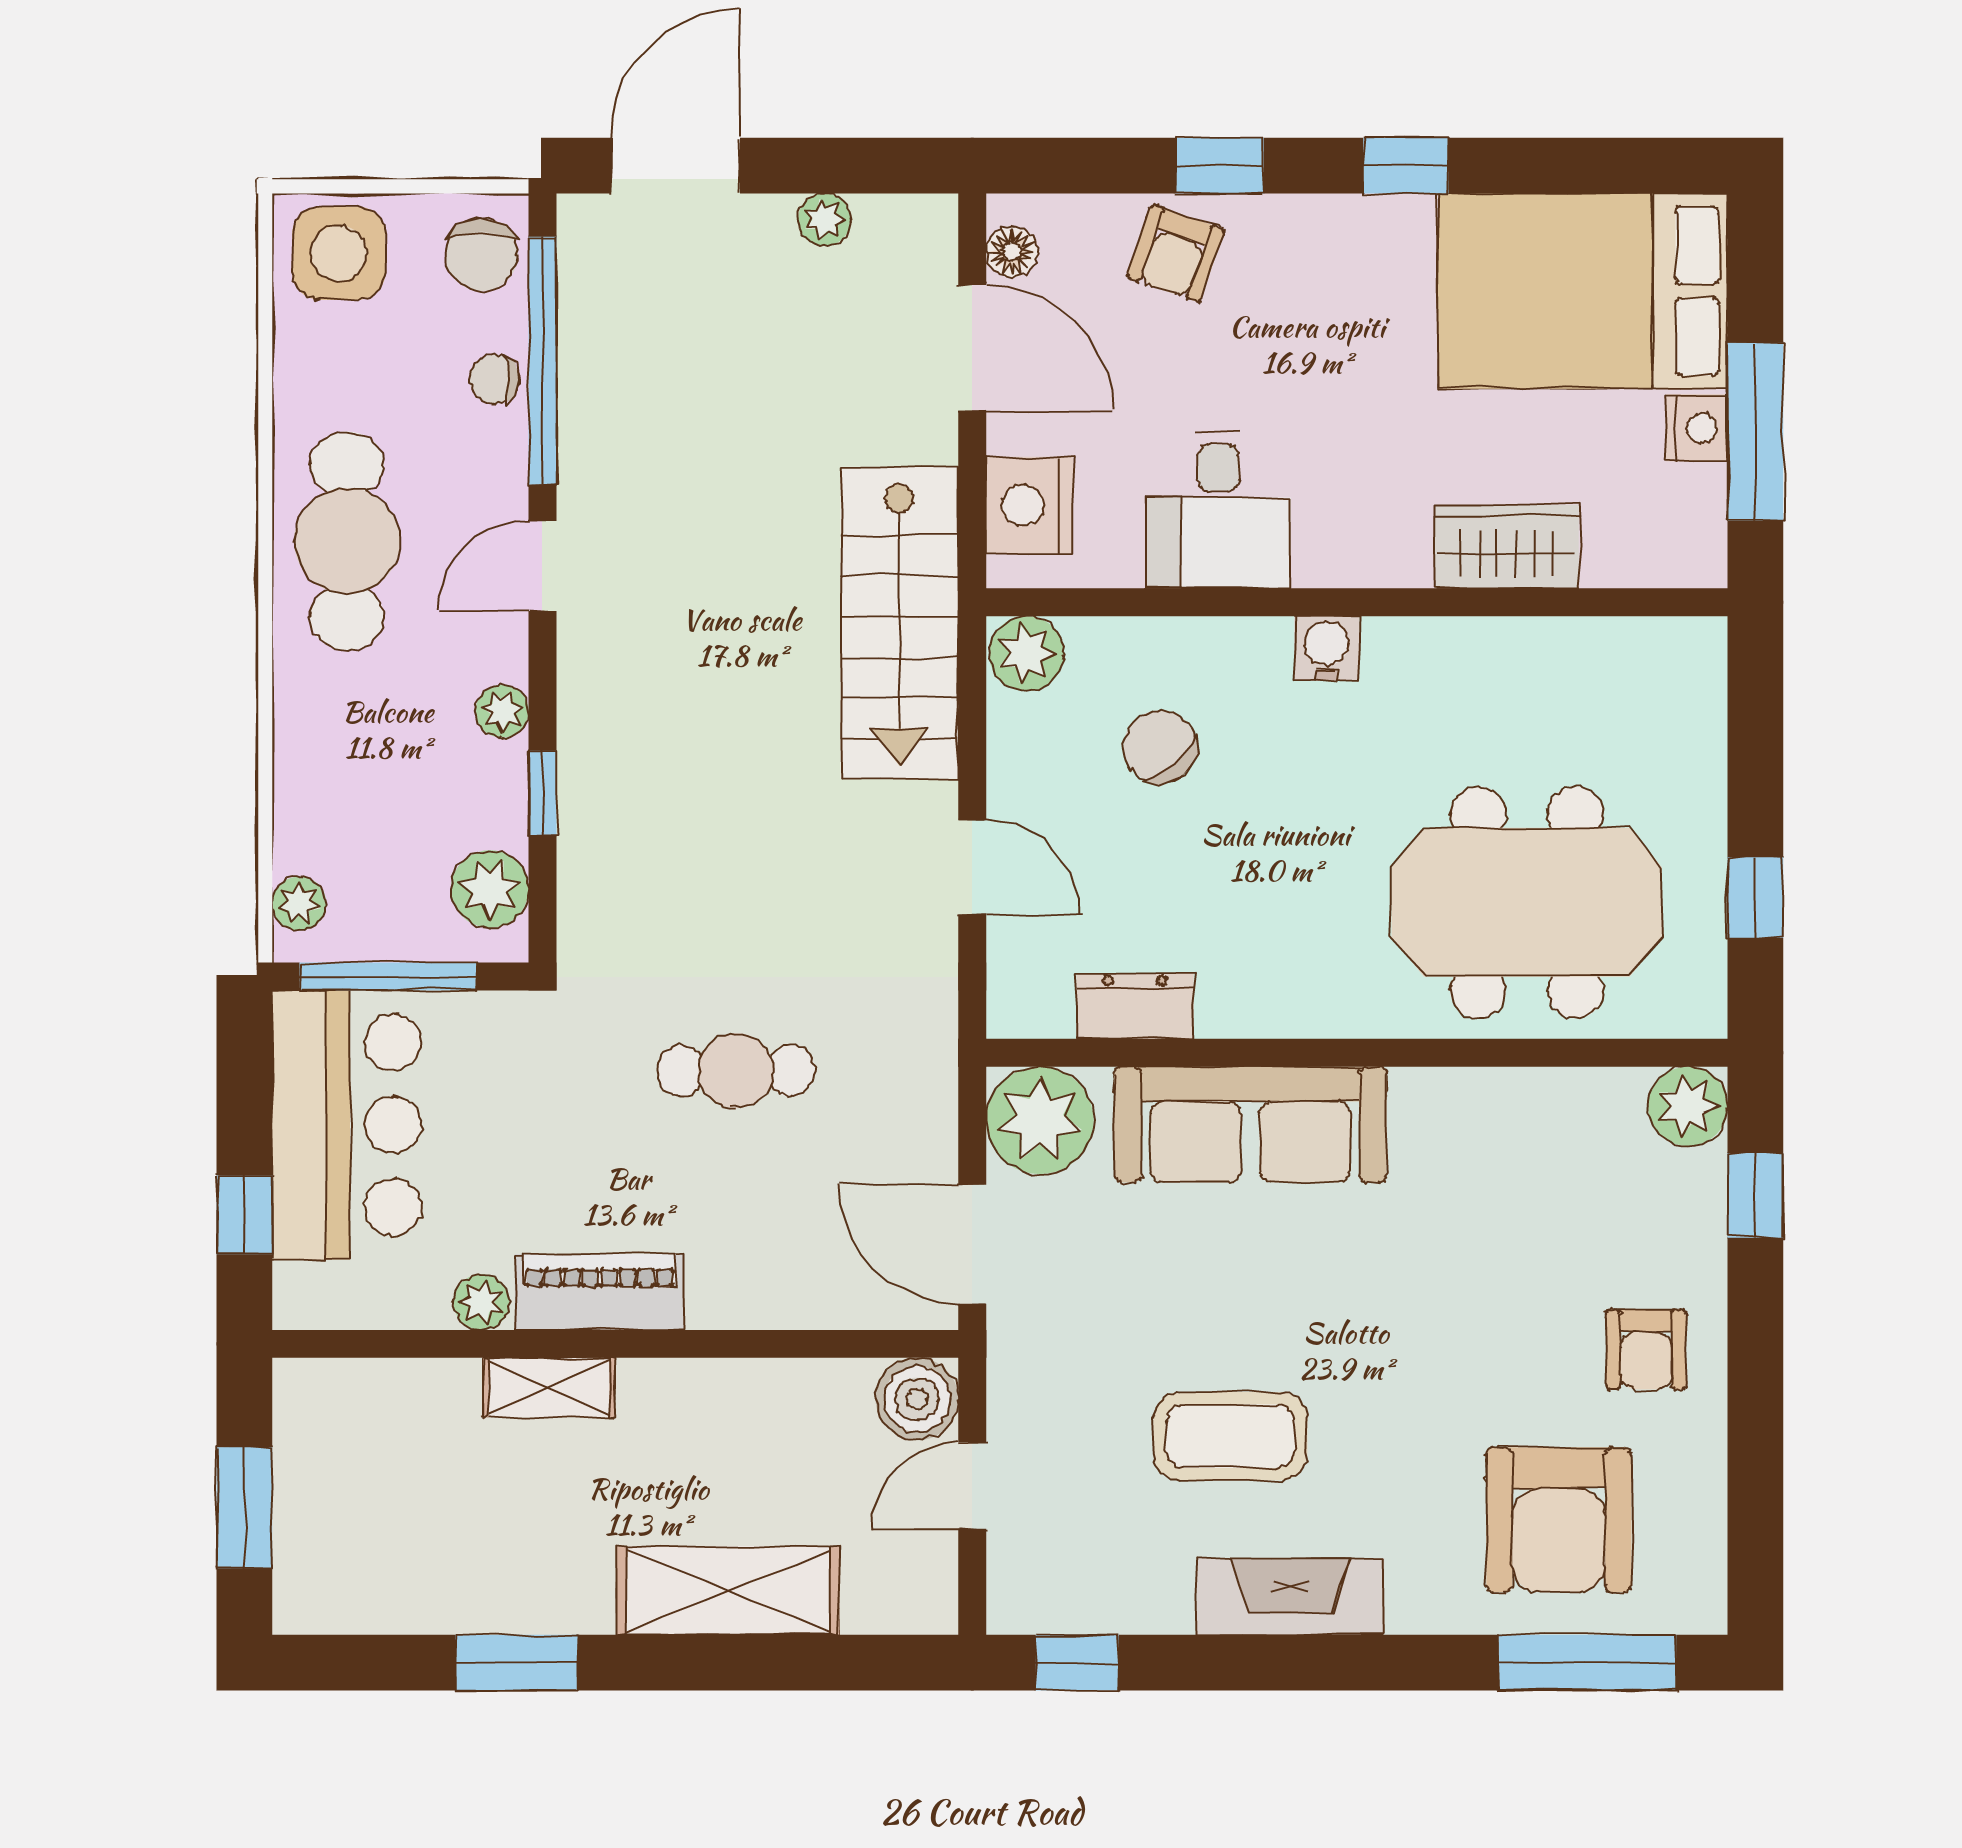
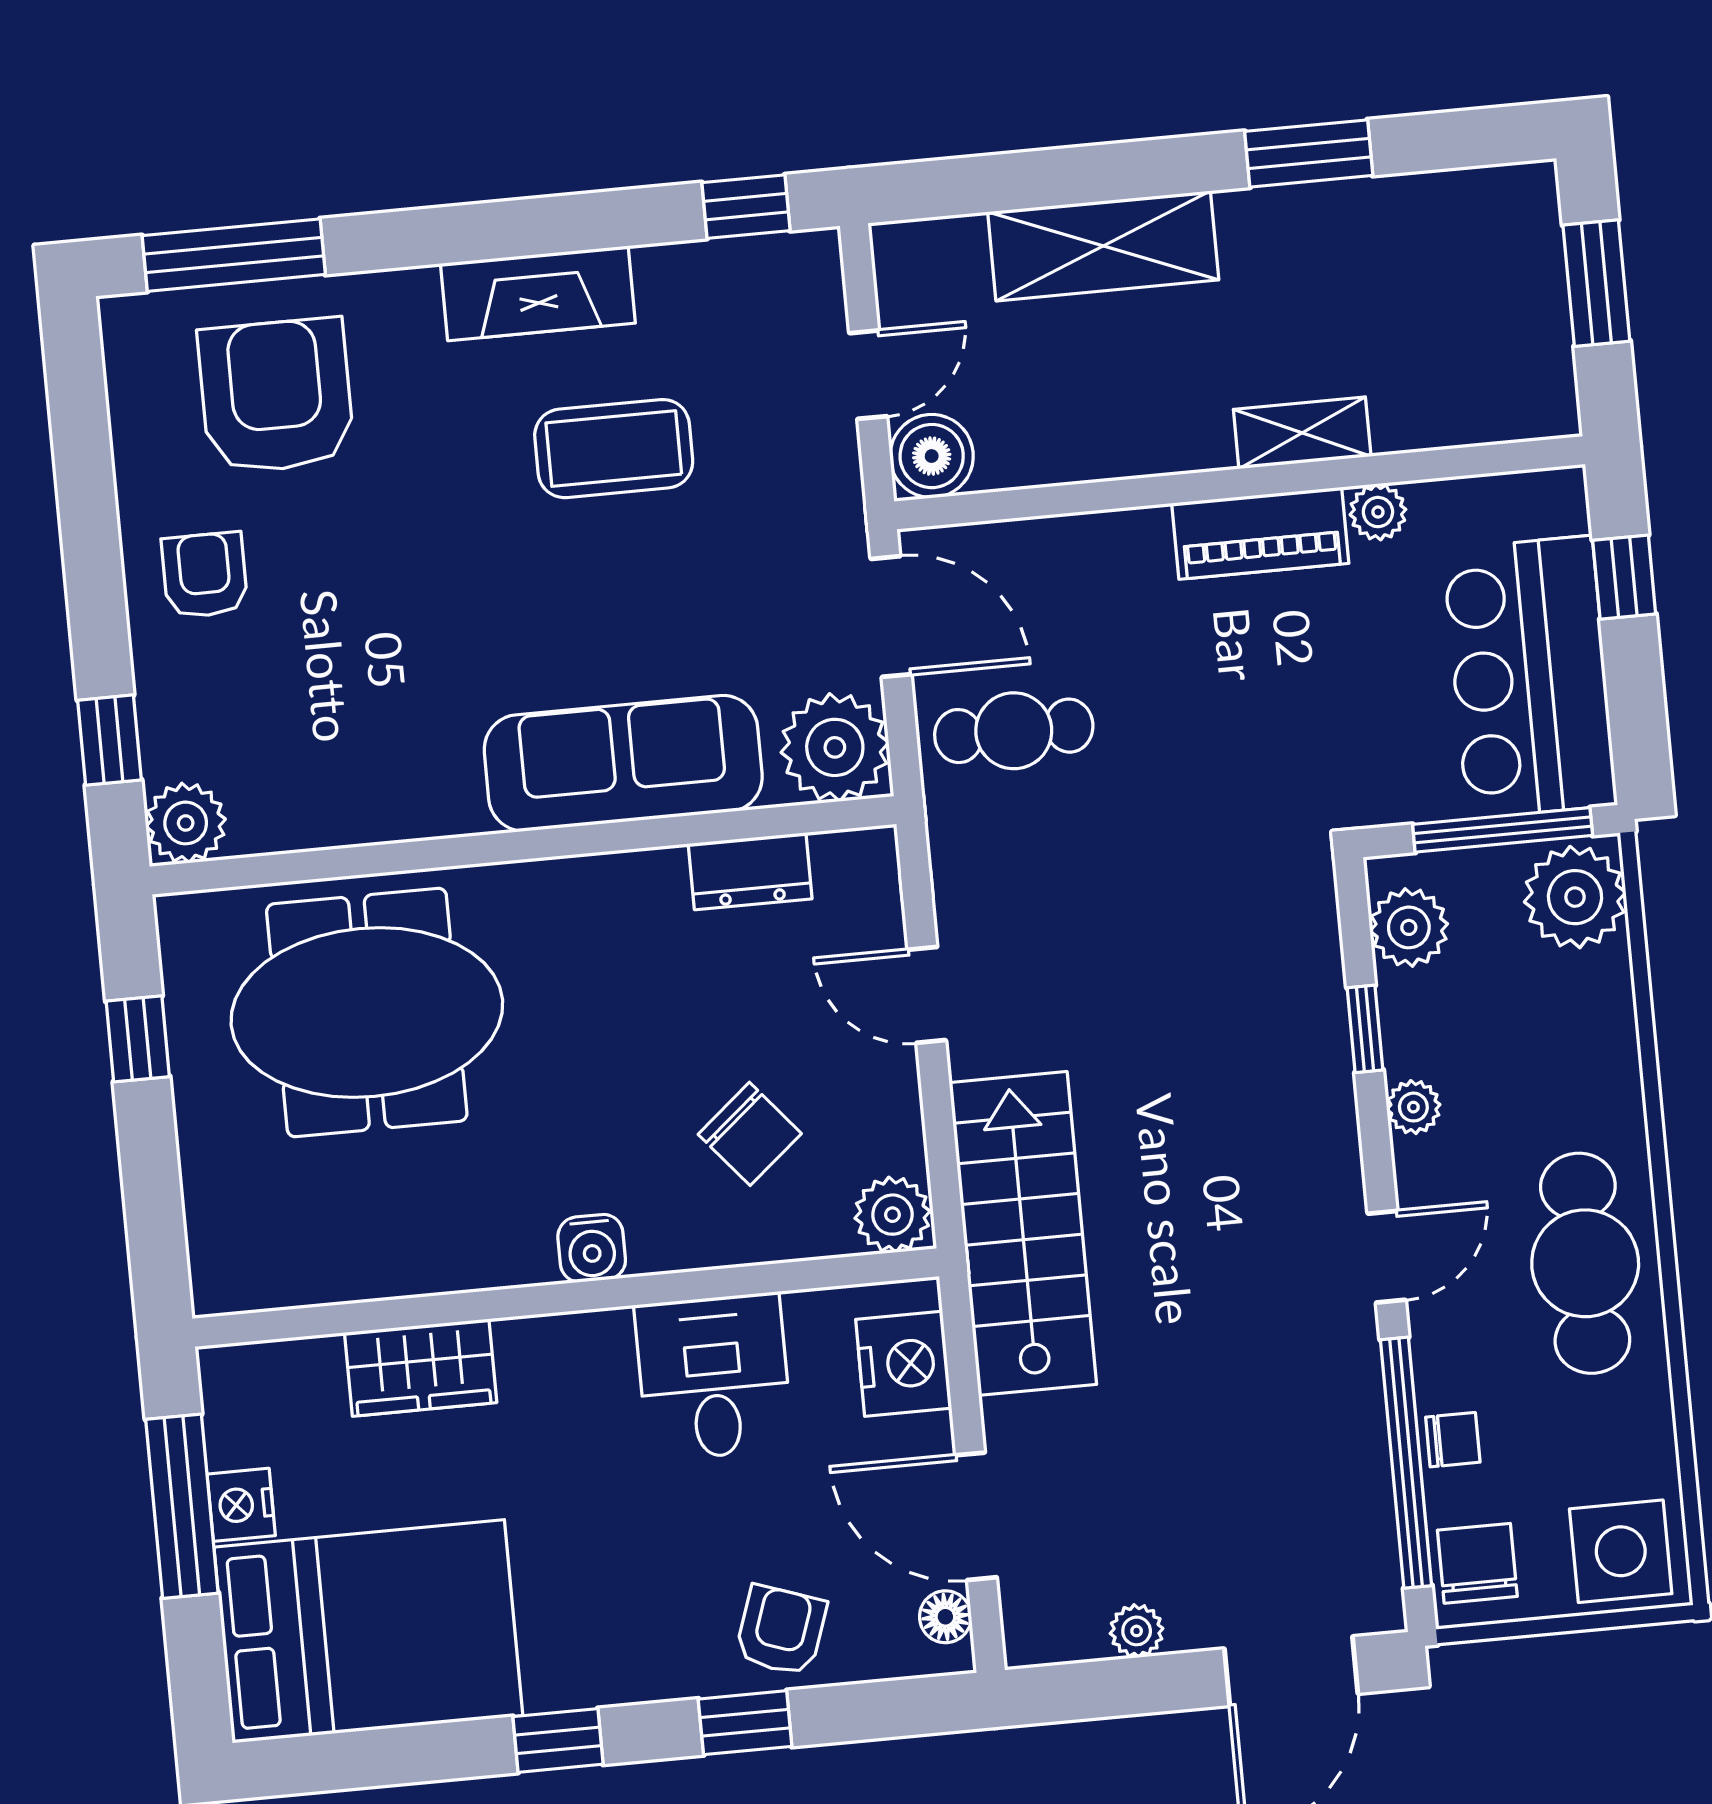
plant: (299, 903) -> (1575, 897), width x1.88, depth x1.88
cafe table: (736, 1071) -> (1014, 731), moved

